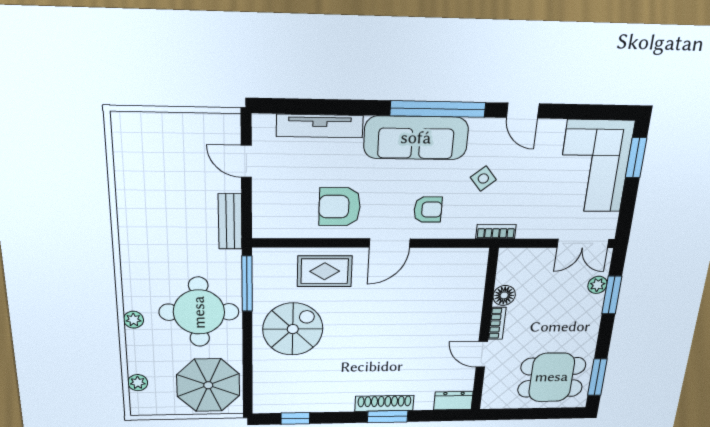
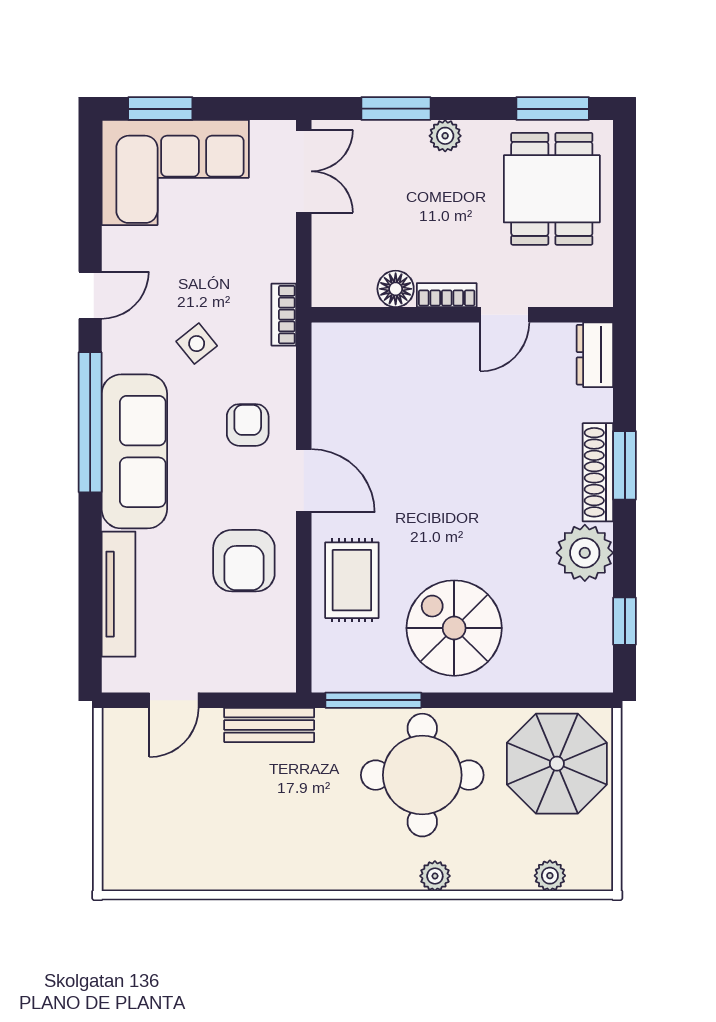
plant: (597, 285) -> (445, 136), moved
plant: (337, 398) -> (585, 553), added

